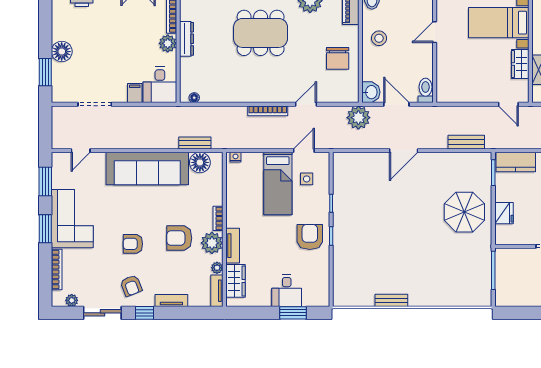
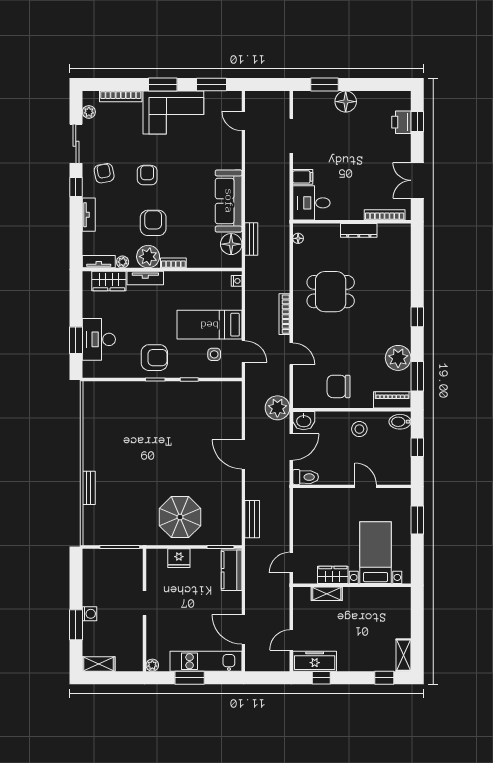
dining table: (261, 33) -> (331, 292), moved, width x0.73
plant: (168, 43) -> (354, 211), removed
sofa: (147, 168) -> (229, 201), width x0.74, depth x0.79
armchair: (131, 286) -> (104, 173), turned 100
desk: (287, 291) -> (99, 339), width x1.37
bench: (391, 300) -> (89, 488), moved

